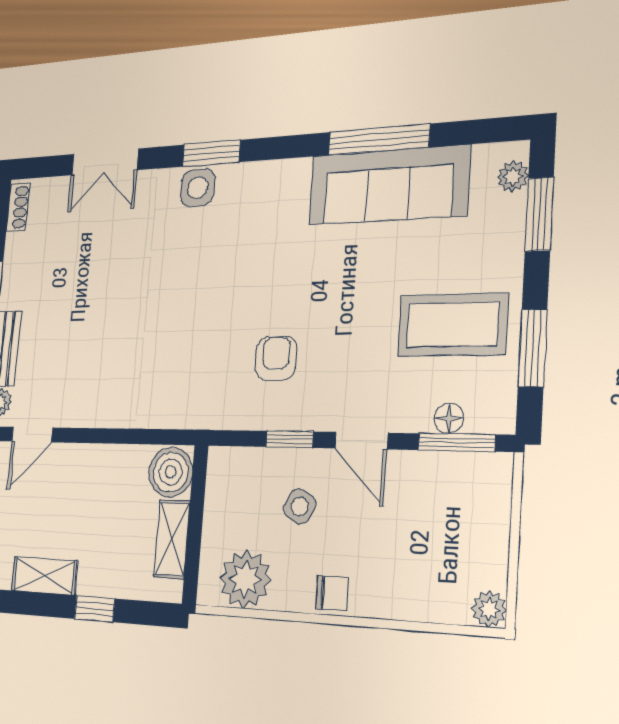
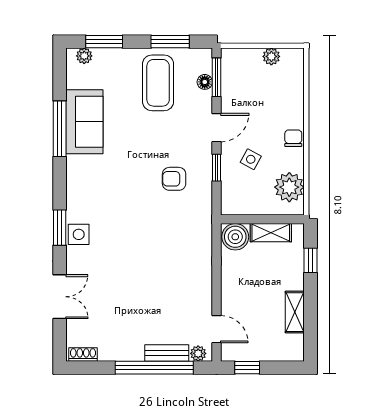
sofa: (388, 185) -> (84, 122), width x0.73
window: (95, 609) -> (311, 260), moved
plant: (489, 609) -> (271, 56), moved

